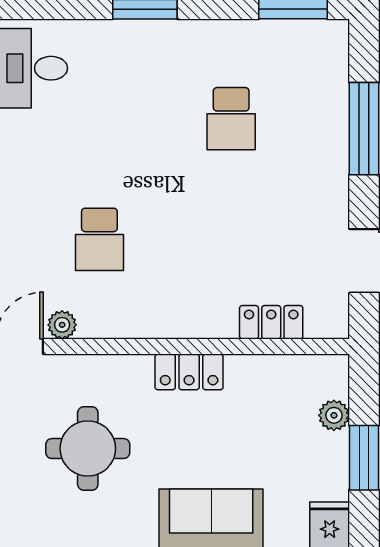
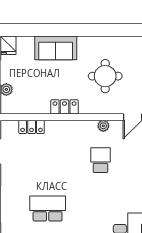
school desk: (231, 119) -> (48, 209), width x1.85
plant: (62, 325) -> (103, 126), moved

